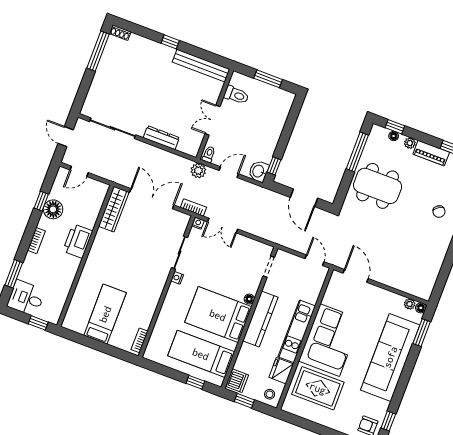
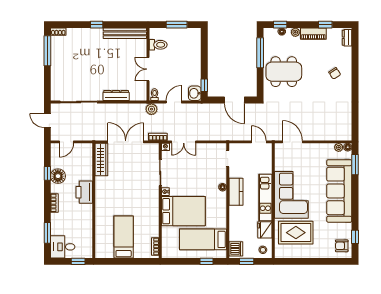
bed: (218, 315) -> (183, 211), moved, turned 180
kitchen counter: (260, 319) -> (236, 192), width x0.67

